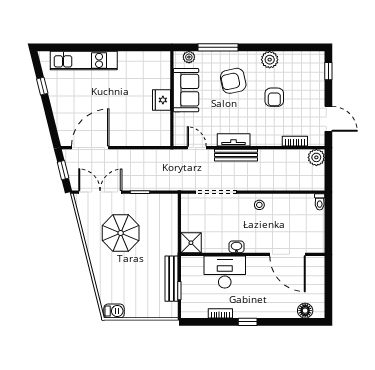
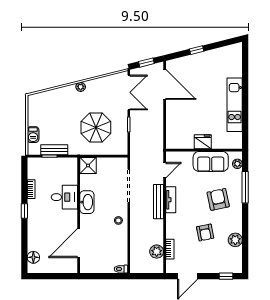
kitchen unit: (84, 60) -> (235, 105), moved
plant: (270, 60) -> (235, 240), moved
window: (42, 86) -> (197, 50), moved
armchair: (274, 97) -> (205, 232), turned -101
plant: (316, 157) -> (157, 252), moved
parasol: (121, 233) -> (96, 128), moved
washbasin: (236, 247) -> (87, 202), width x1.91, depth x1.45
plant: (93, 252) -> (81, 87), added
desk: (225, 272) -> (64, 197), width x0.73
bench: (171, 279) -> (54, 150), width x0.73
barbecue: (114, 311) -> (33, 135), moved

